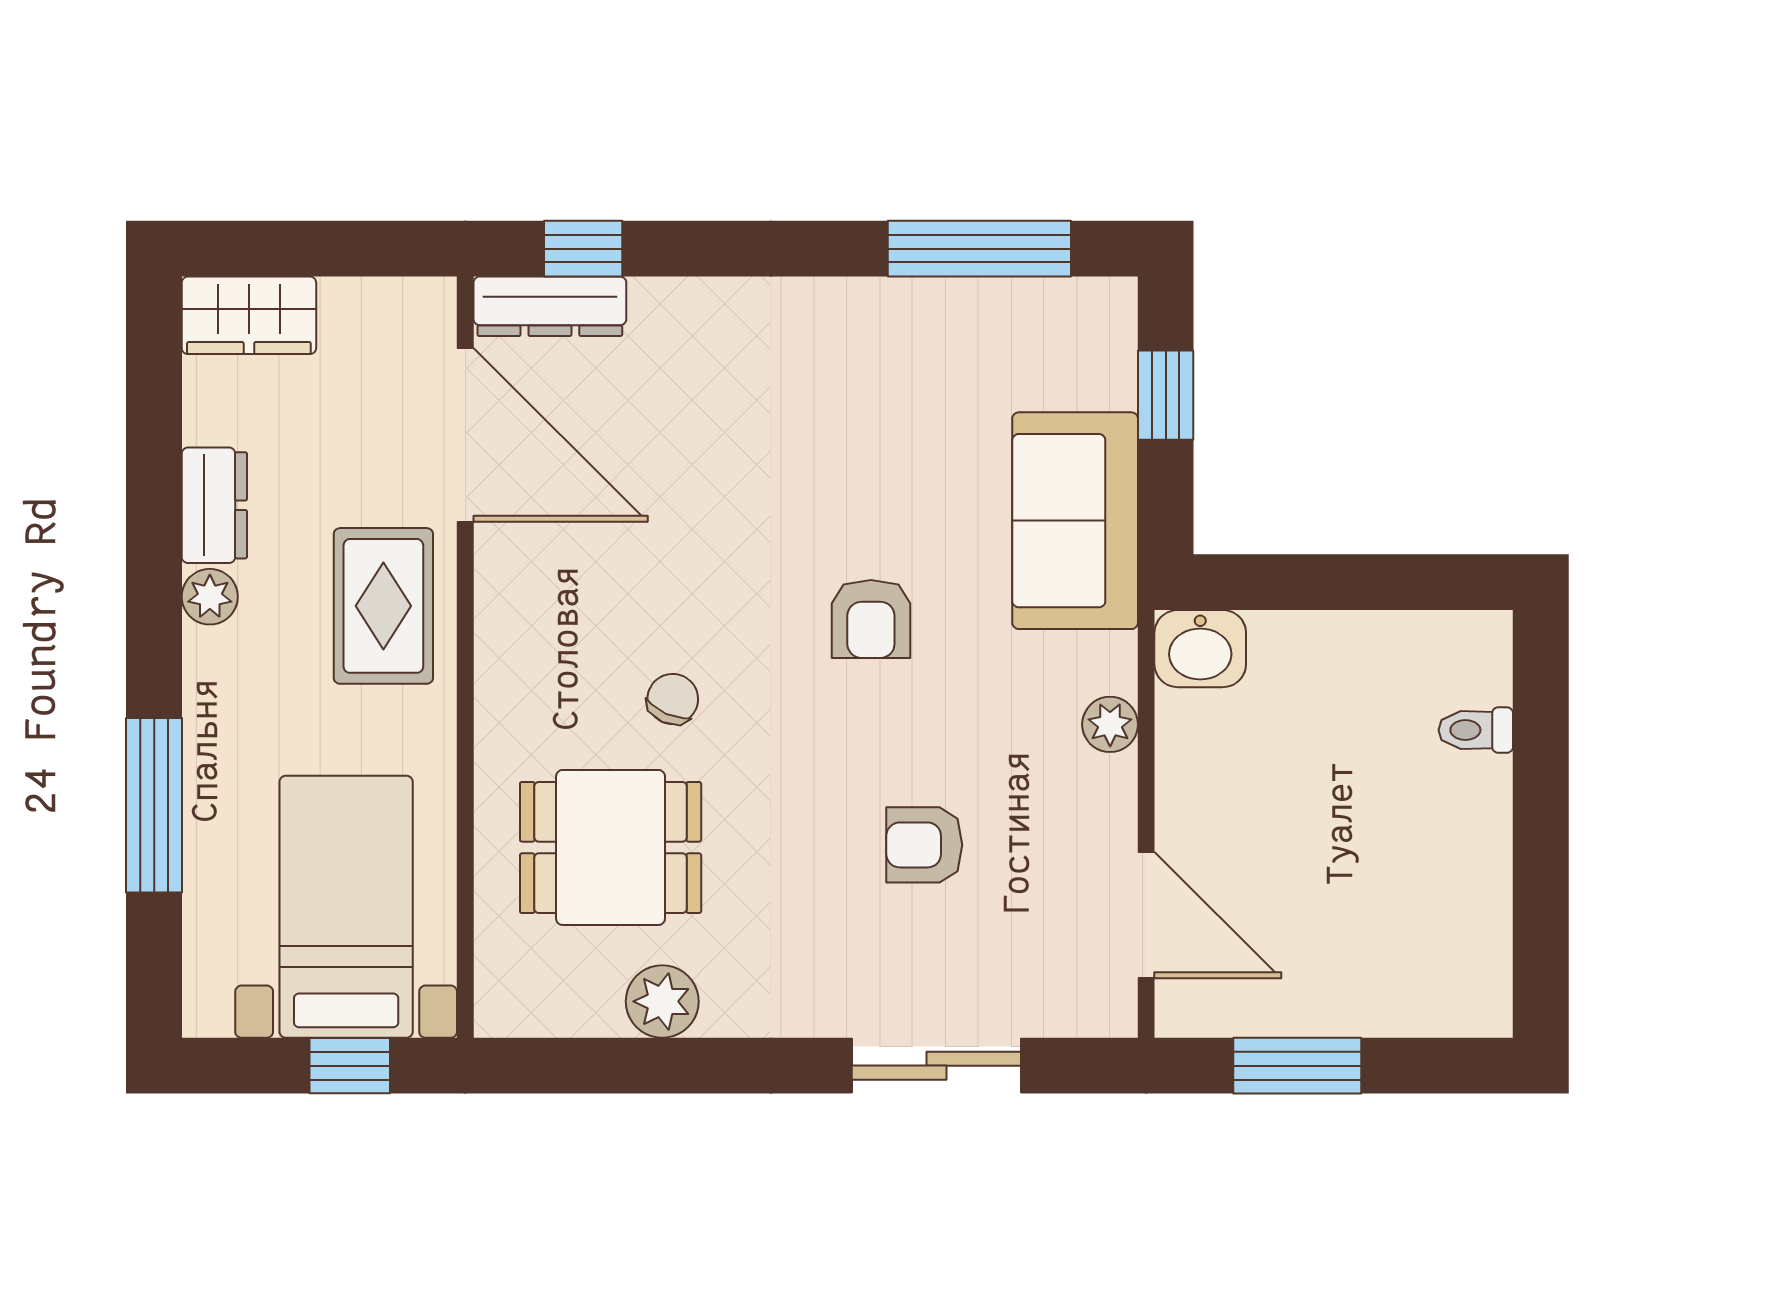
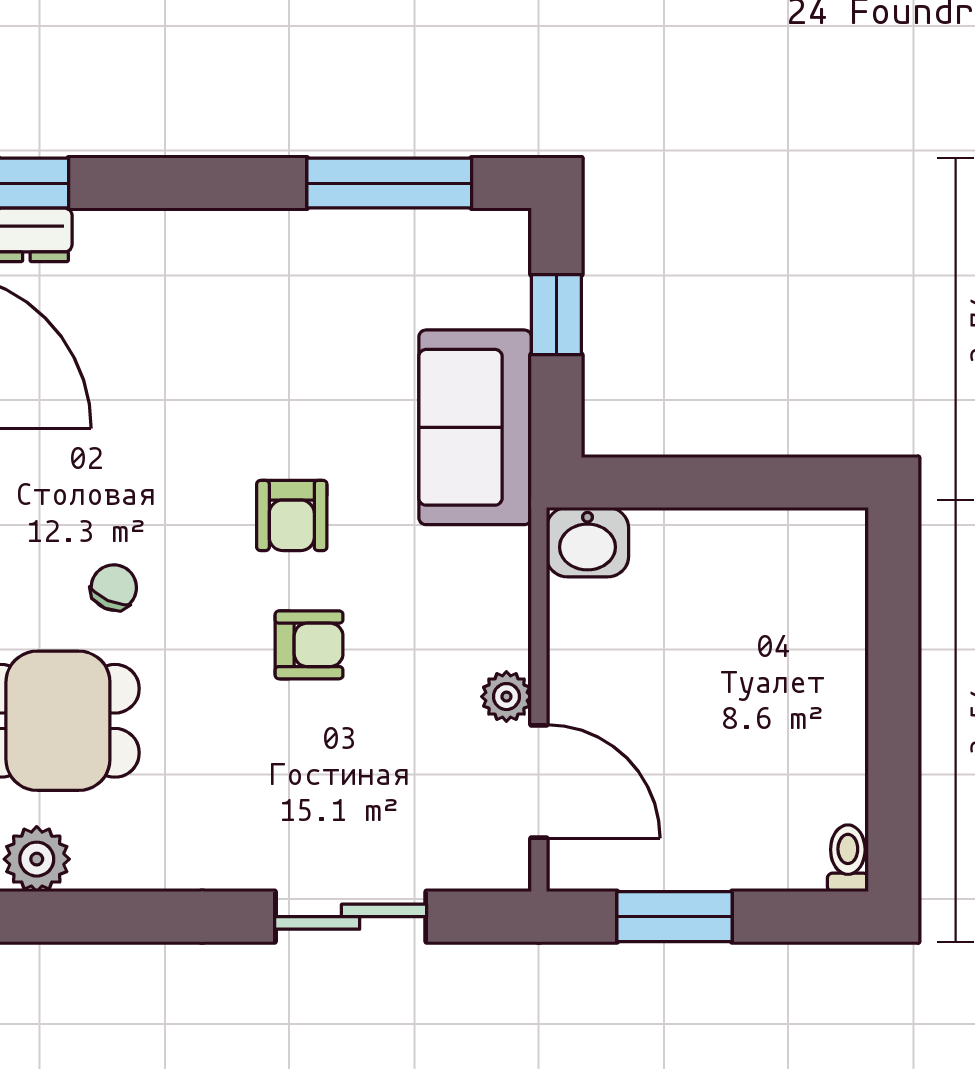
plant: (1110, 724) -> (506, 697), moved
toilet: (1476, 730) -> (848, 858), moved, turned 90
armchair: (924, 845) -> (309, 645), moved, turned 180
plant: (662, 1001) -> (37, 859), moved

